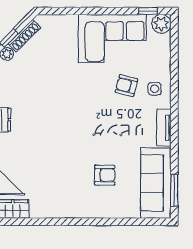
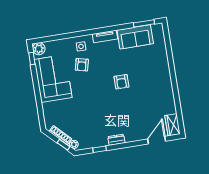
armchair: (105, 175) -> (121, 82), moved, turned 180
sofa: (156, 183) -> (135, 37), width x0.73

